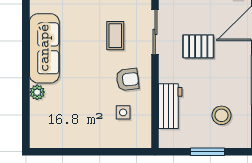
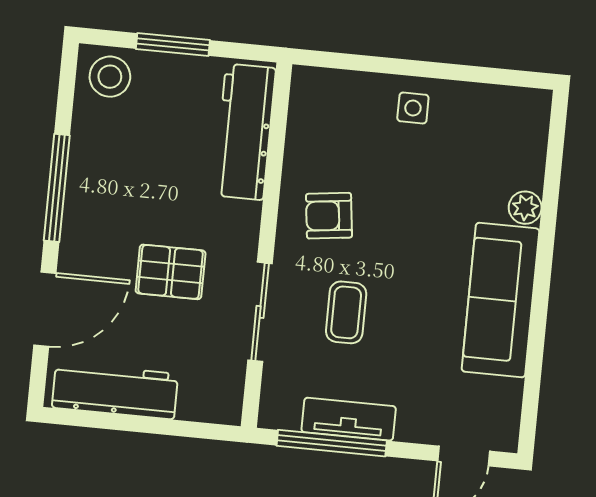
workbench: (170, 106) -> (245, 132), width x1.38
side table: (123, 112) -> (413, 108), moved
stool: (221, 115) -> (110, 77), moved

